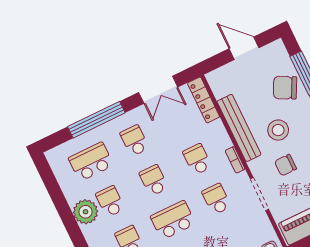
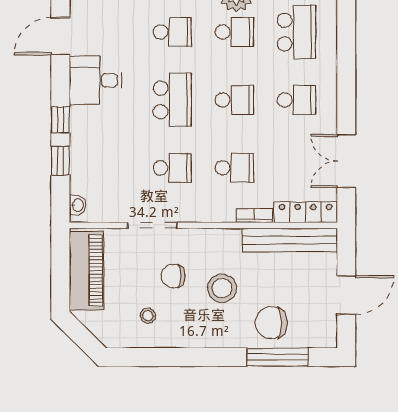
chair: (285, 88) -> (271, 323), turned -117
window: (96, 120) -> (346, 65), removed
bench: (239, 128) -> (290, 240), moved
bookcase: (235, 160) -> (254, 216), moved
chair: (286, 165) -> (173, 276), turned -90

